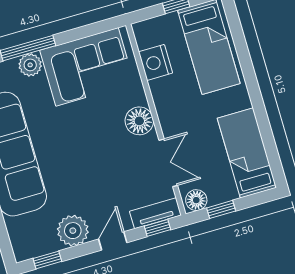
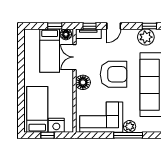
nightstand: (156, 62) -> (56, 125), moved, turned 90
armchair: (87, 152) -> (114, 74), added
bed: (247, 153) -> (50, 51), moved
plant: (73, 231) -> (146, 37), moved

